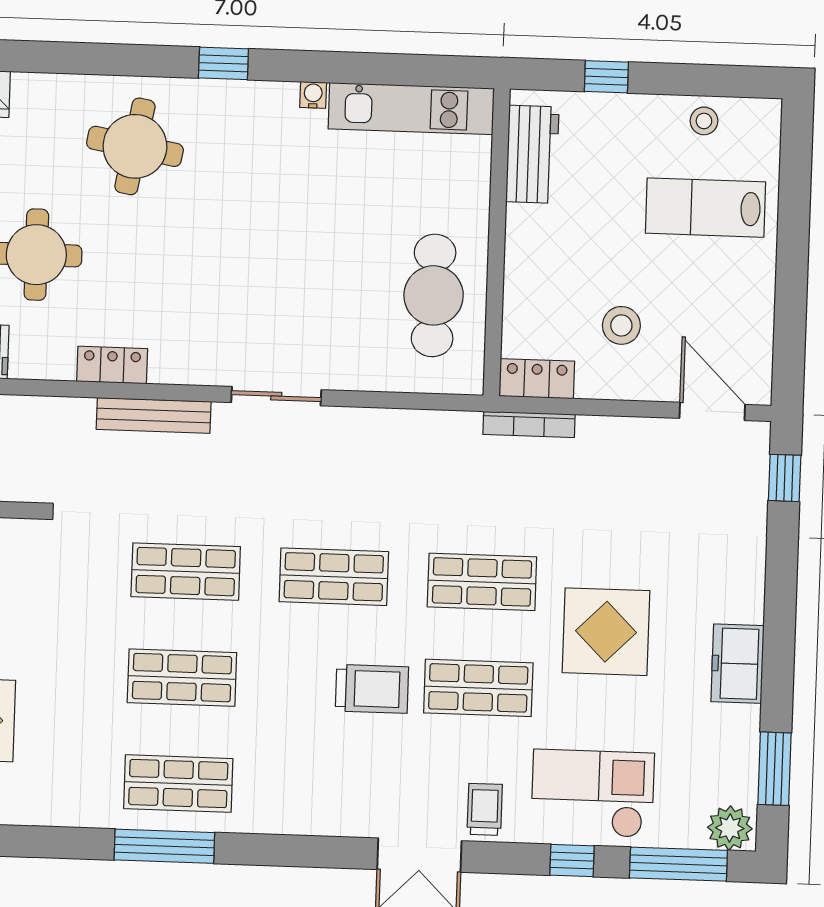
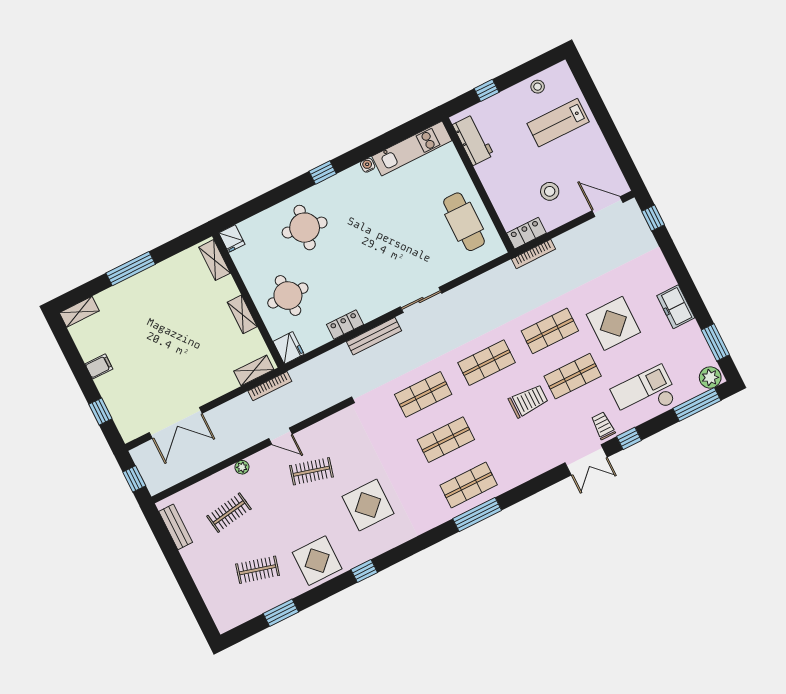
window: (572, 860) -> (629, 438), moved

